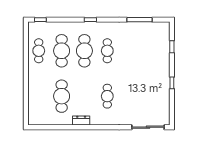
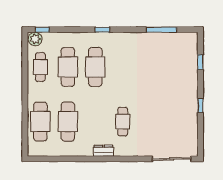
plant: (34, 27) -> (35, 39), added
cafe table: (107, 51) -> (40, 122), moved, width x1.37, depth x1.35
dresser: (81, 120) -> (103, 151), moved

